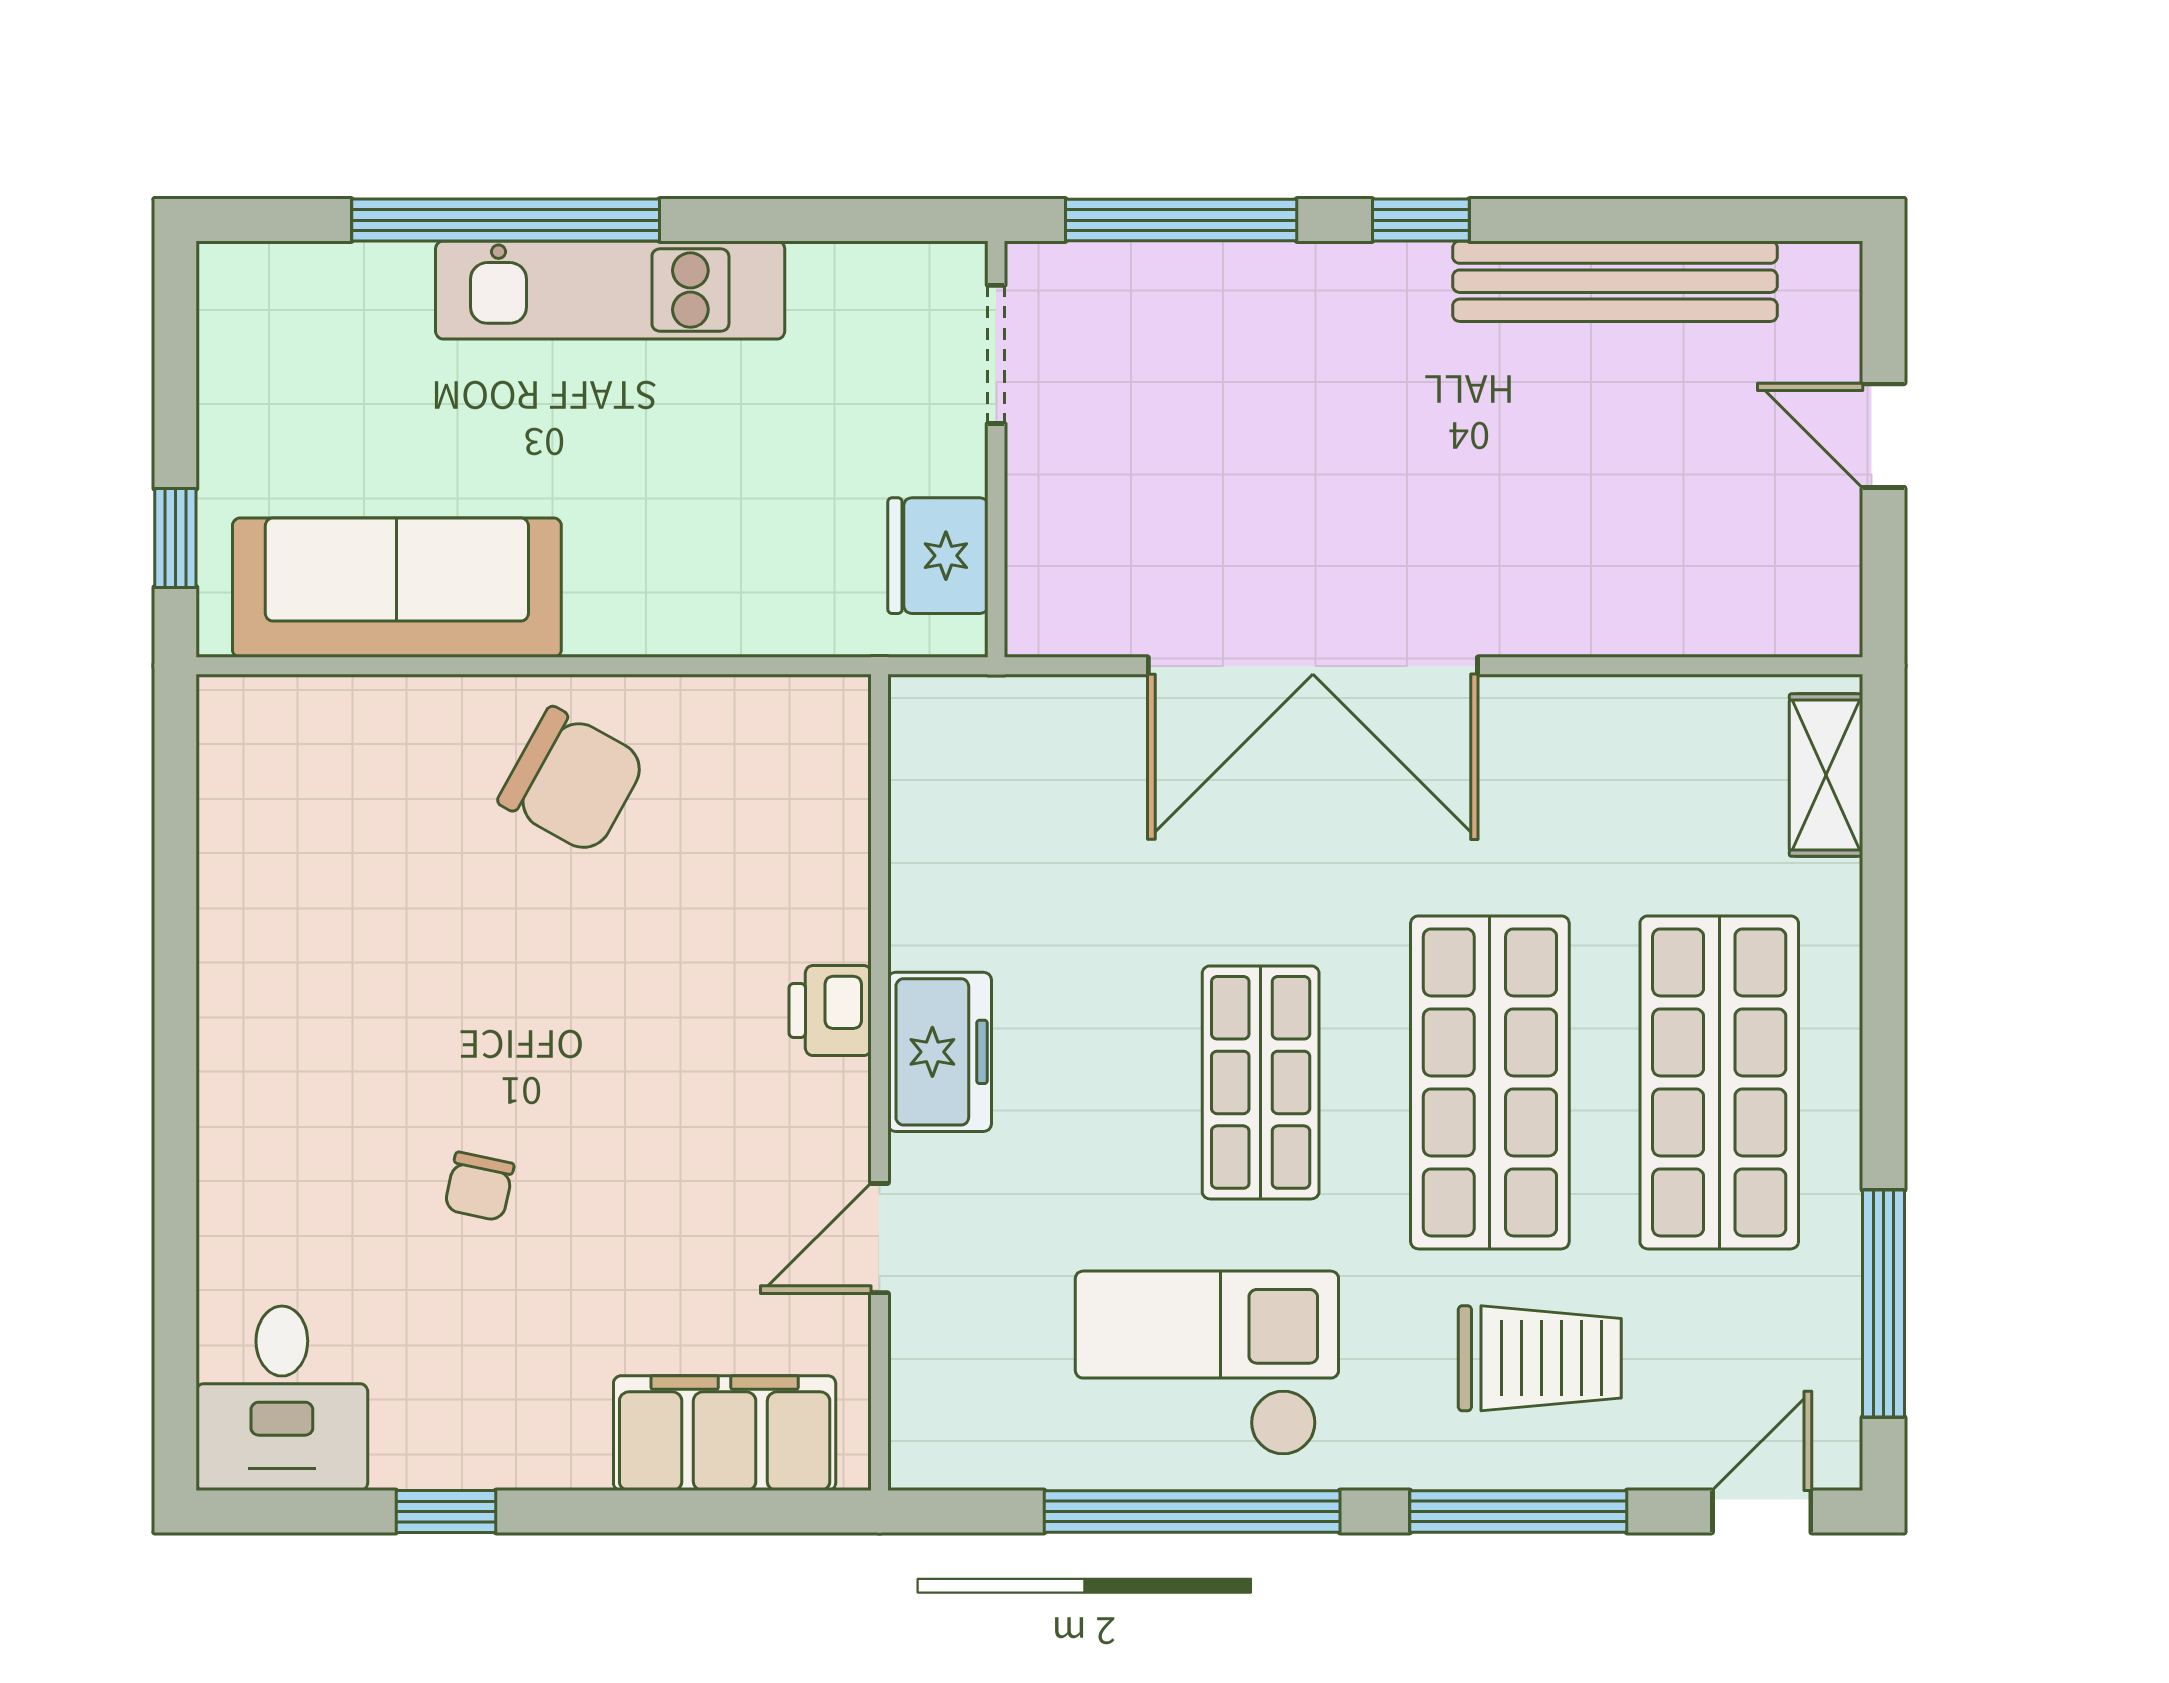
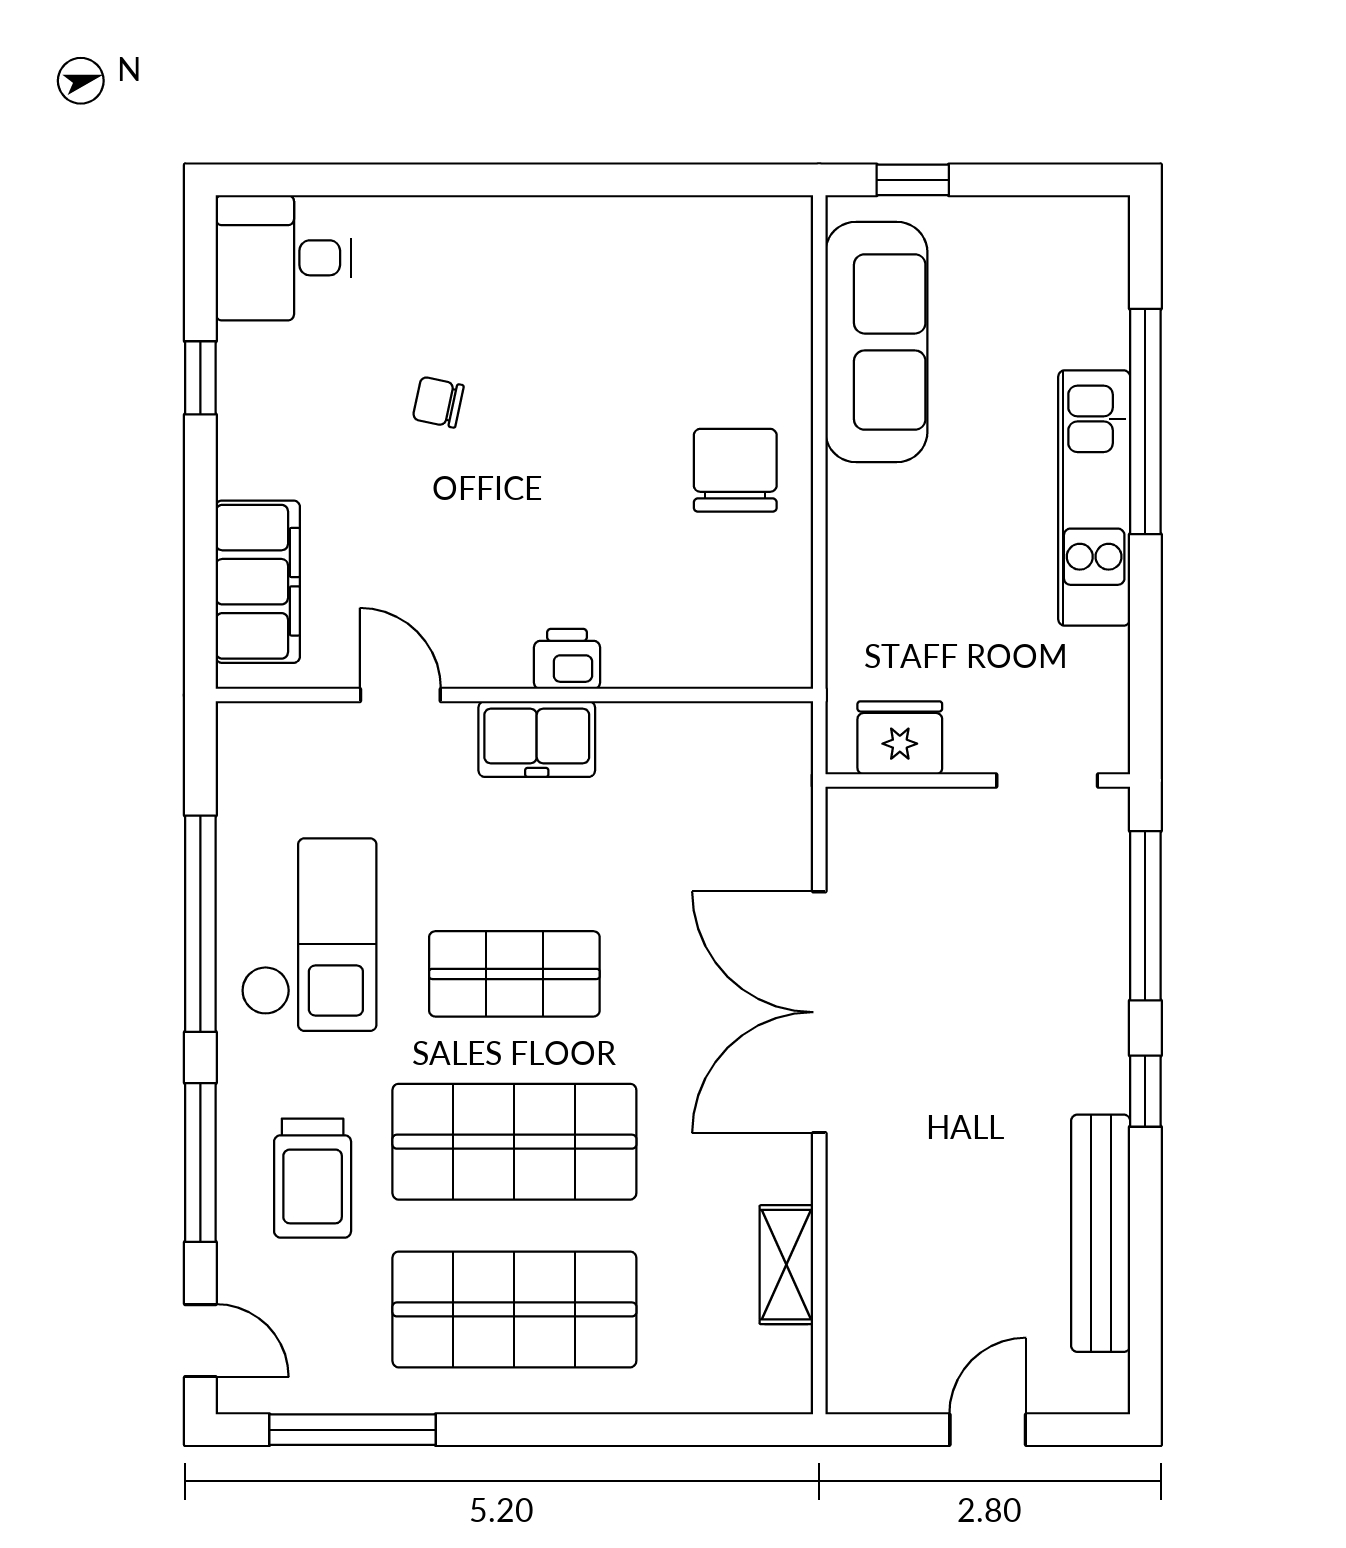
shelving: (1826, 775) -> (786, 1265), moved, turned 90
chair: (572, 781) -> (735, 470), turned 151

